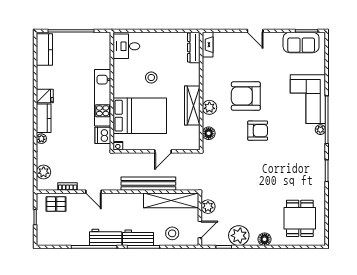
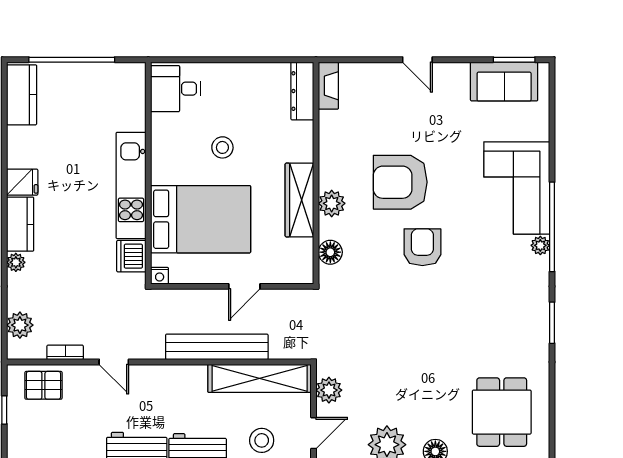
armchair: (258, 131) -> (422, 247), turned -90

